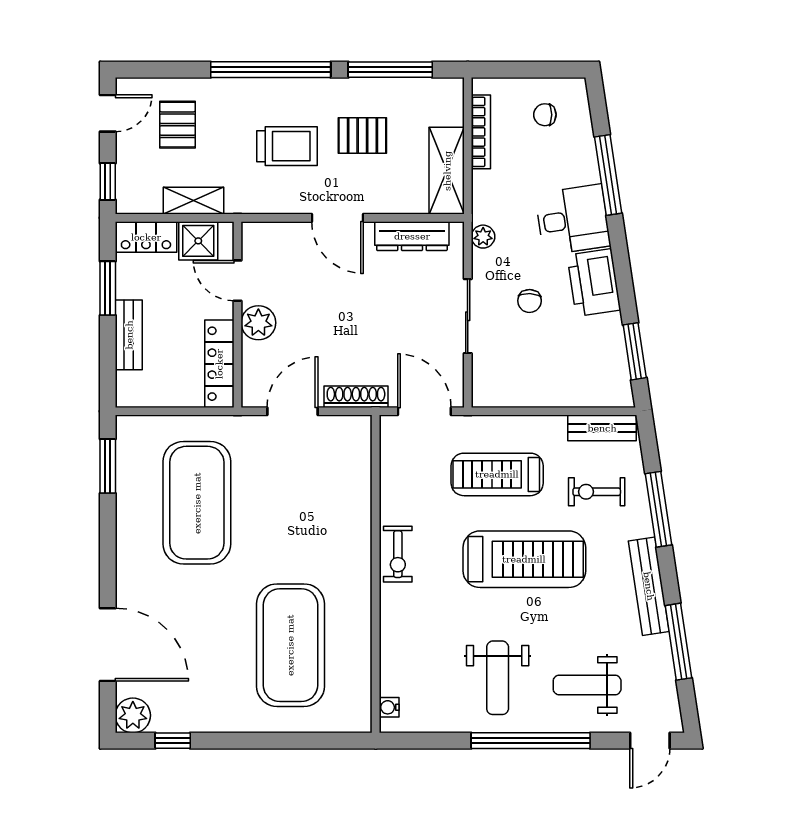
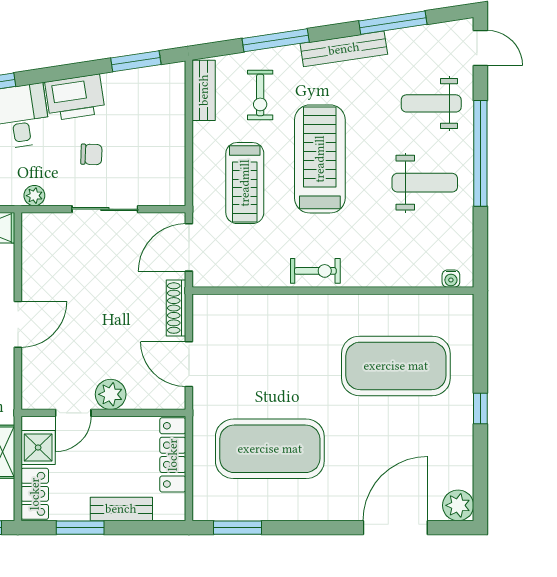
dresser: (412, 236) -> (34, 258), removed
locker: (219, 364) -> (173, 455), moved, turned 90
weight bench: (587, 685) -> (431, 103), turned 90
window: (173, 741) -> (480, 409), moved

